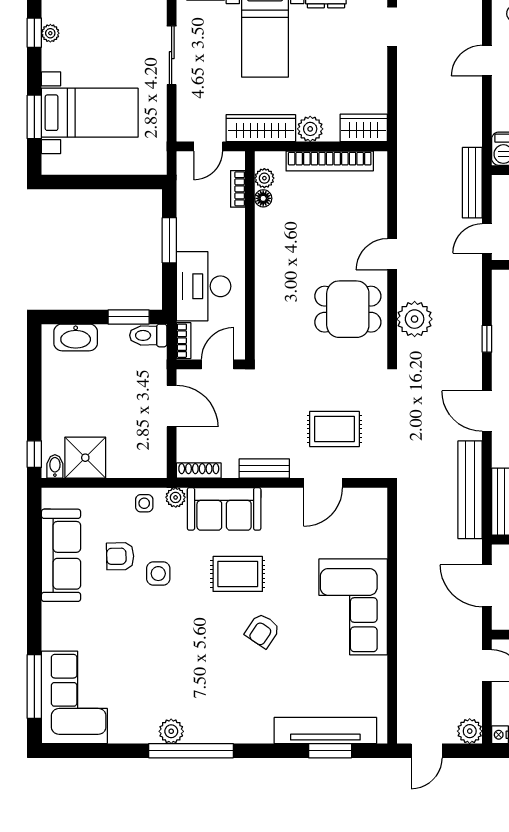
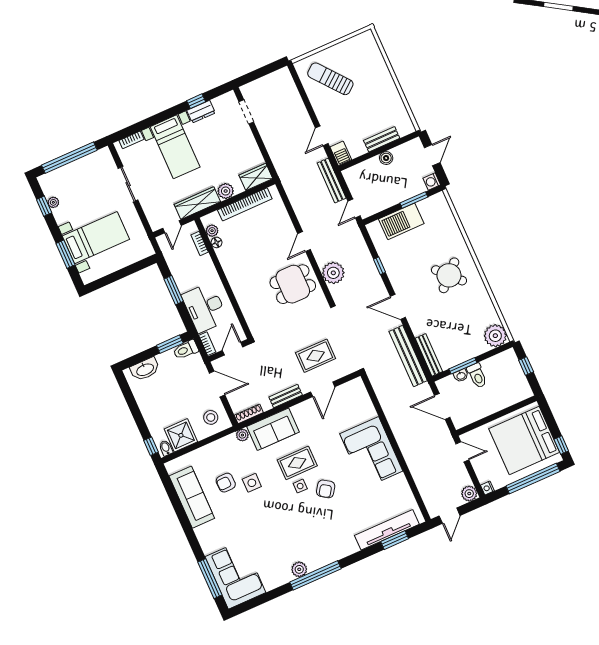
door: (487, 61) -> (322, 136), moved
stool: (141, 451) -> (211, 417), added
side table: (144, 503) -> (300, 486), moved

